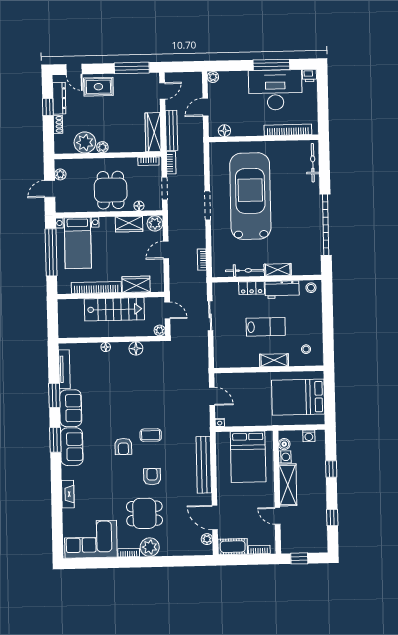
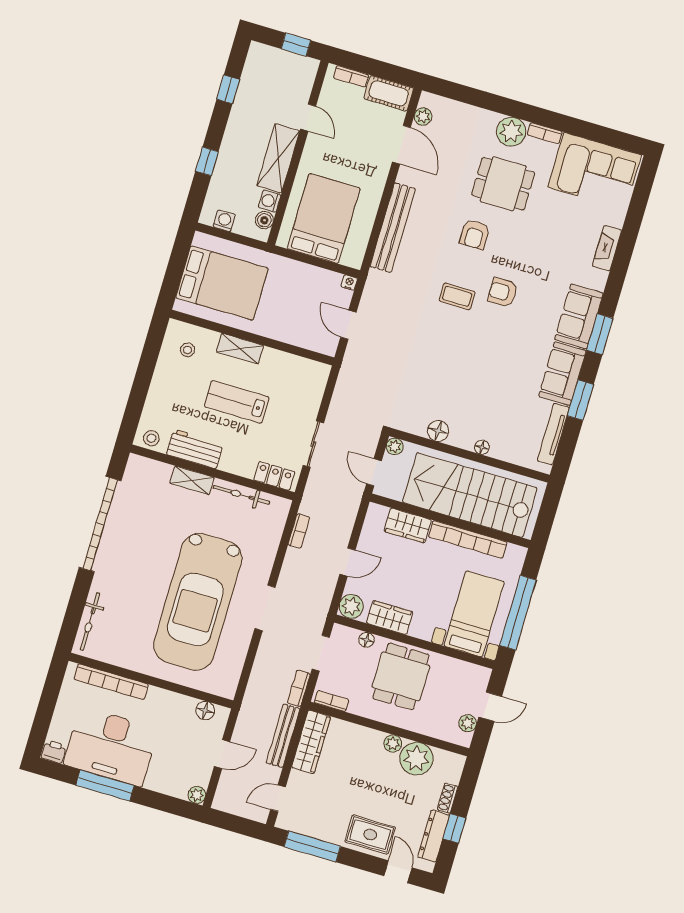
locker: (252, 288) -> (274, 476), moved
stairs: (114, 309) -> (470, 495), width x1.36, depth x1.51
armchair: (123, 446) -> (503, 292), turned -90

